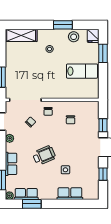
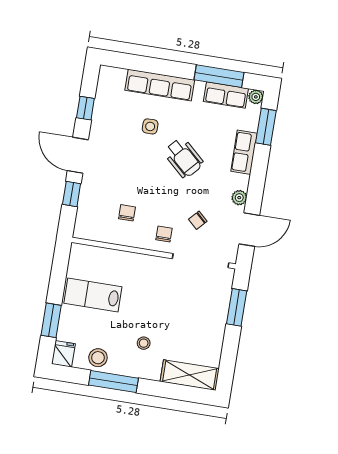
window: (63, 25) -> (113, 382), width x1.44
wheelchair: (44, 155) -> (184, 158), turned -115
row of seats: (70, 194) -> (160, 85), width x1.48
window: (32, 204) -> (219, 76), width x1.44

